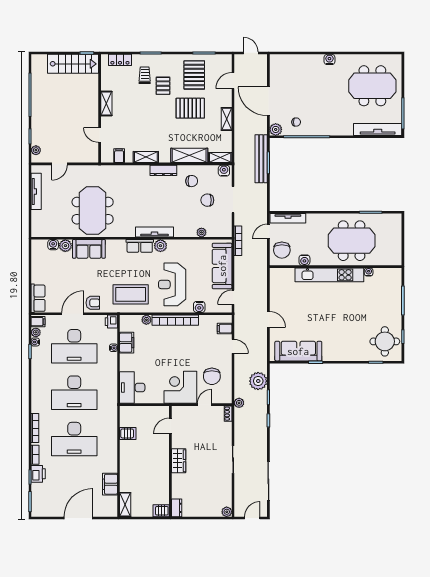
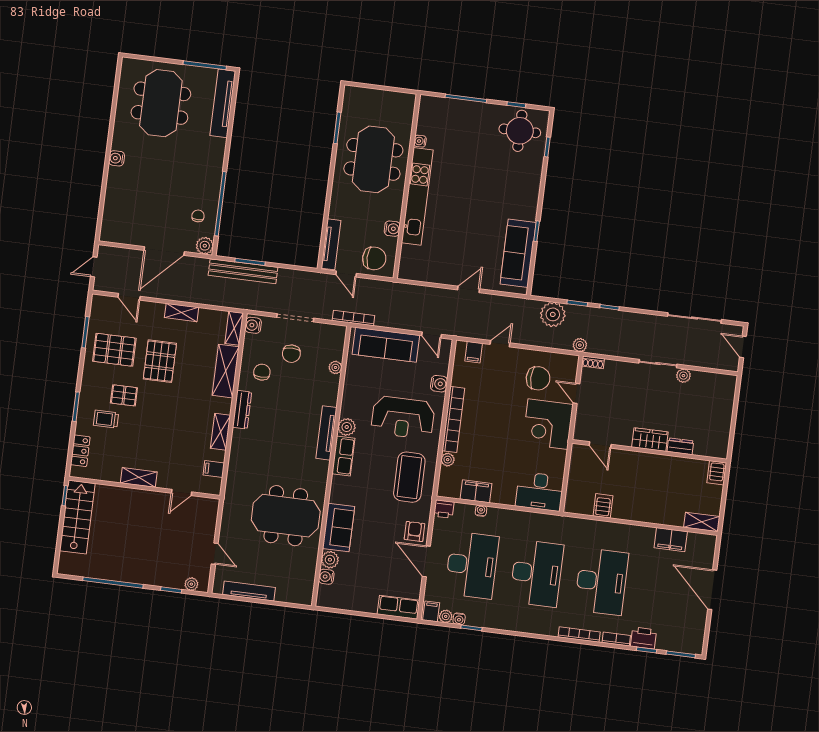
dresser: (177, 508) -> (680, 446), moved
plant: (227, 512) -> (683, 376), moved

